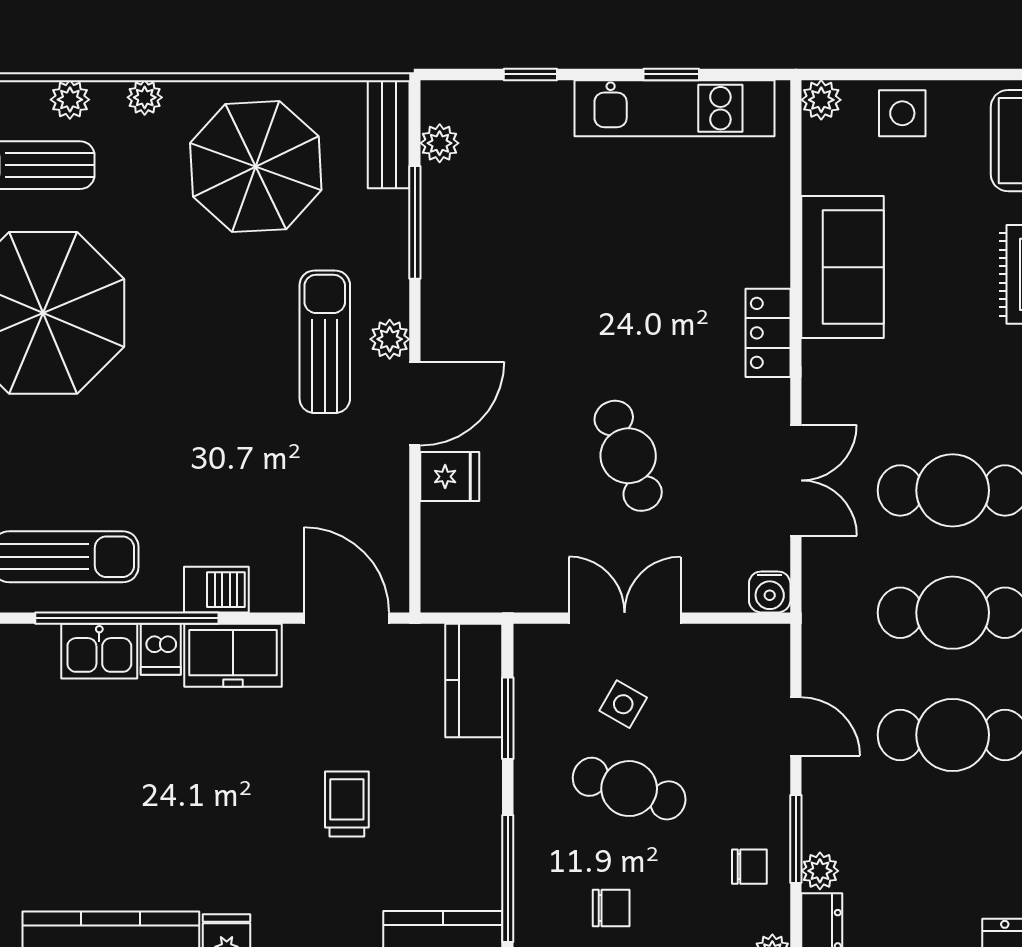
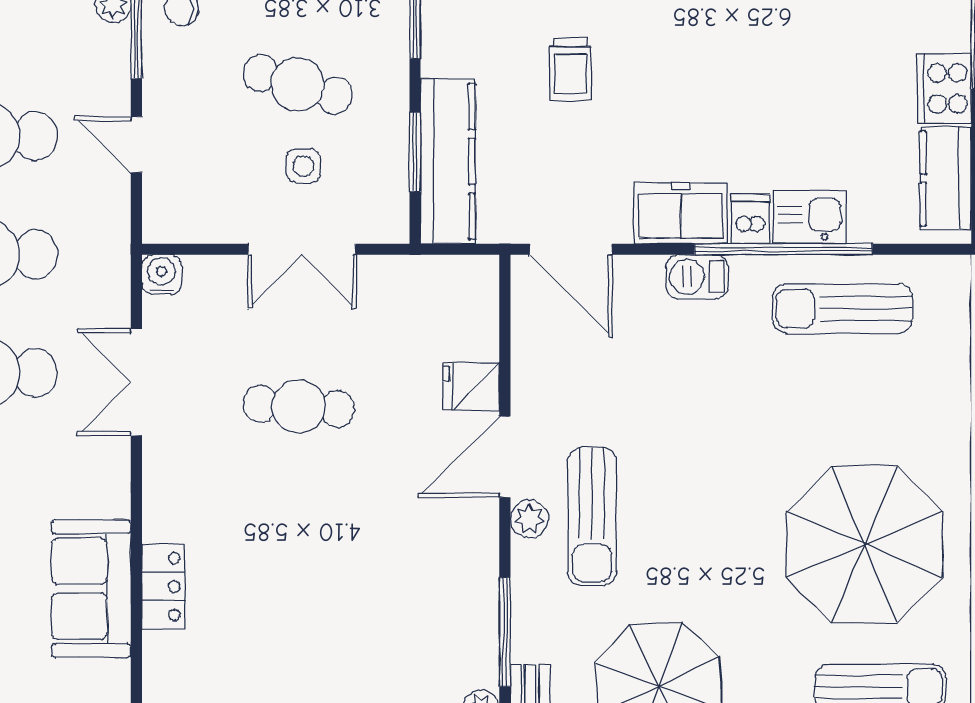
locker: (768, 333) -> (163, 587), moved
cafe table: (628, 456) -> (299, 406), turned -65
kitchen counter: (474, 680) -> (448, 161), width x1.50
side table: (623, 704) -> (303, 166), turned -30

